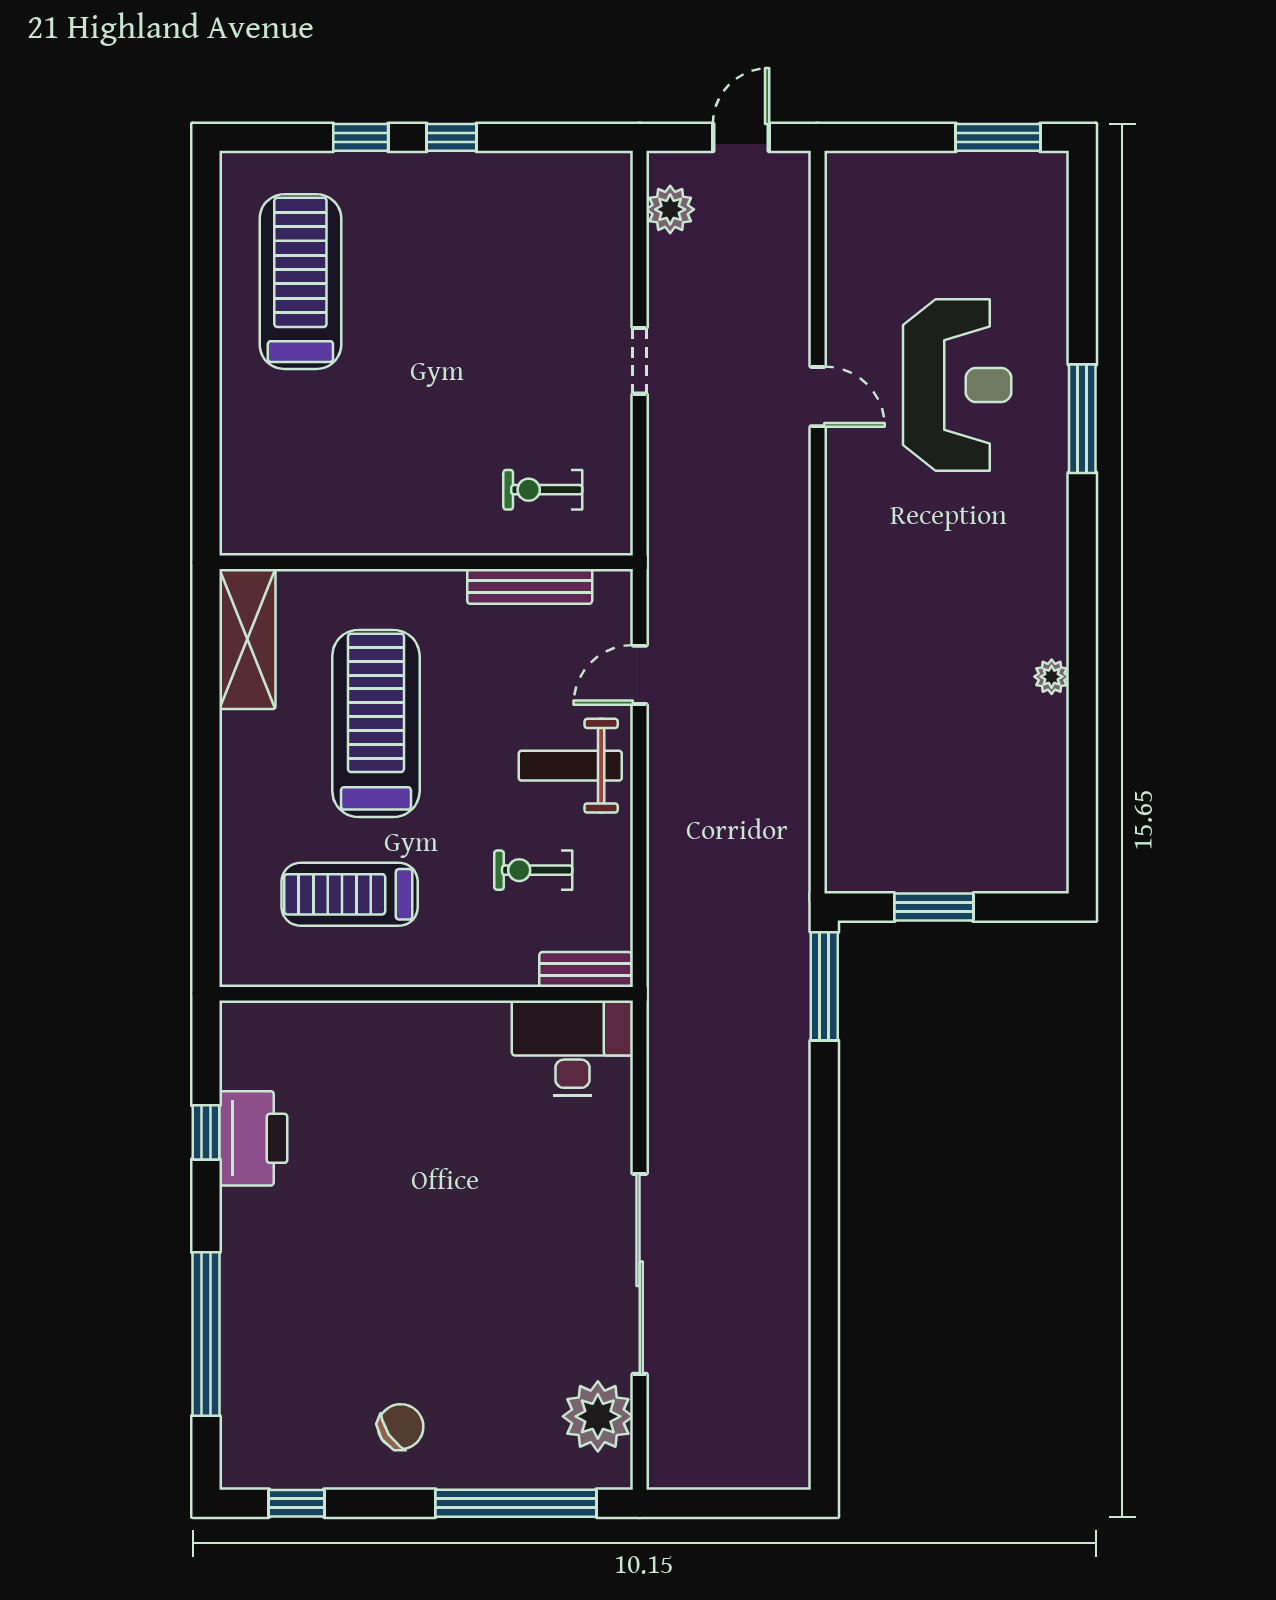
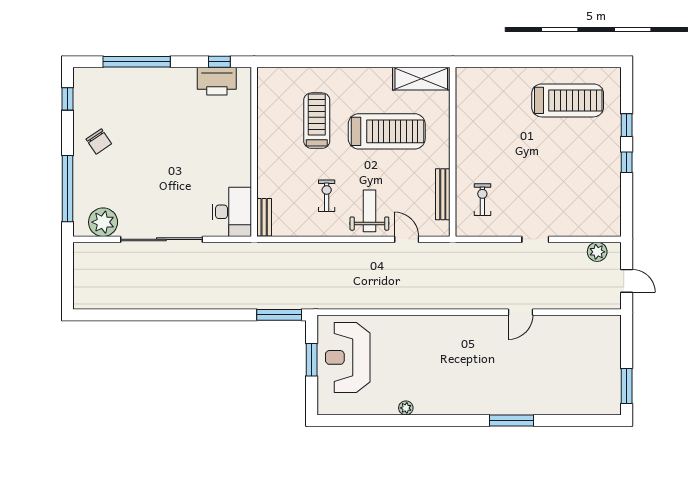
reception desk: (957, 385) -> (348, 357), moved, turned 90
bench: (586, 970) -> (264, 217), moved
wall: (426, 994) -> (254, 152), moved
desk: (572, 1048) -> (232, 212), moved

